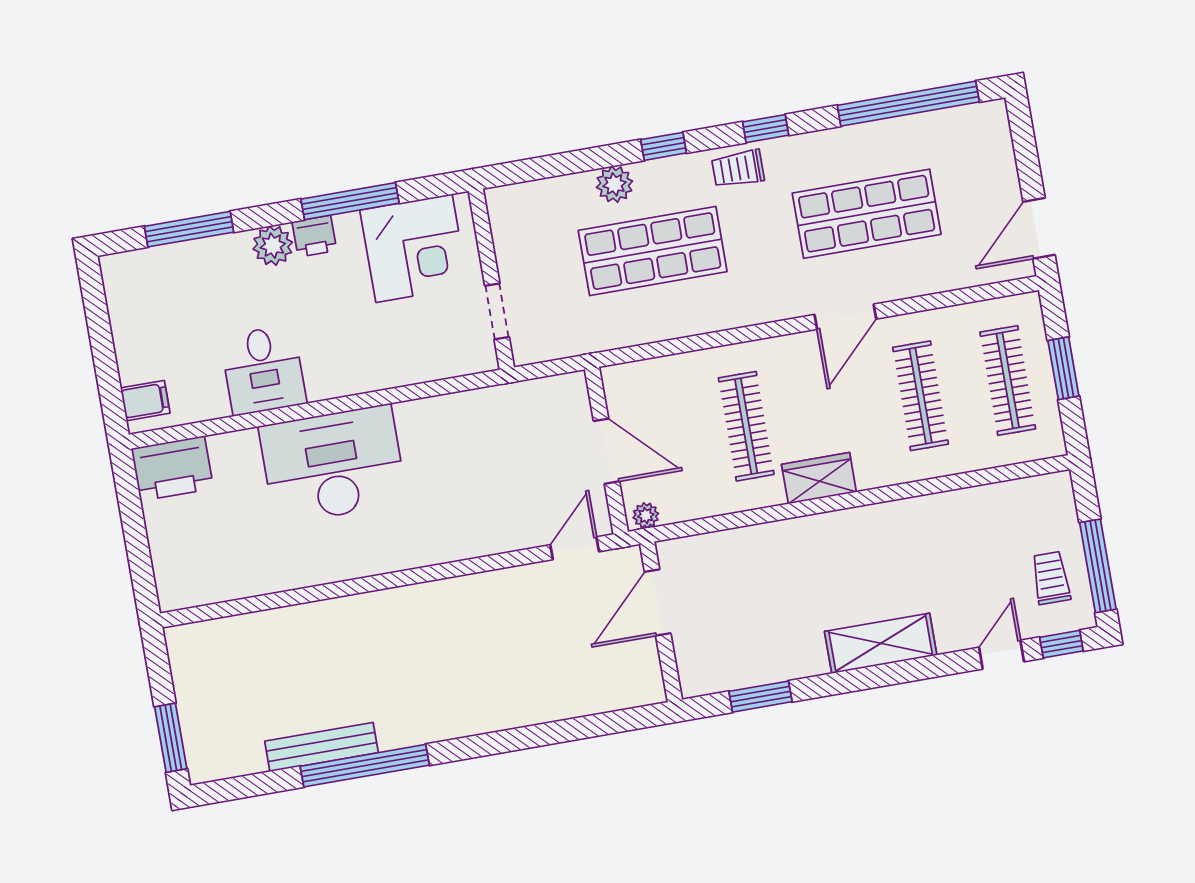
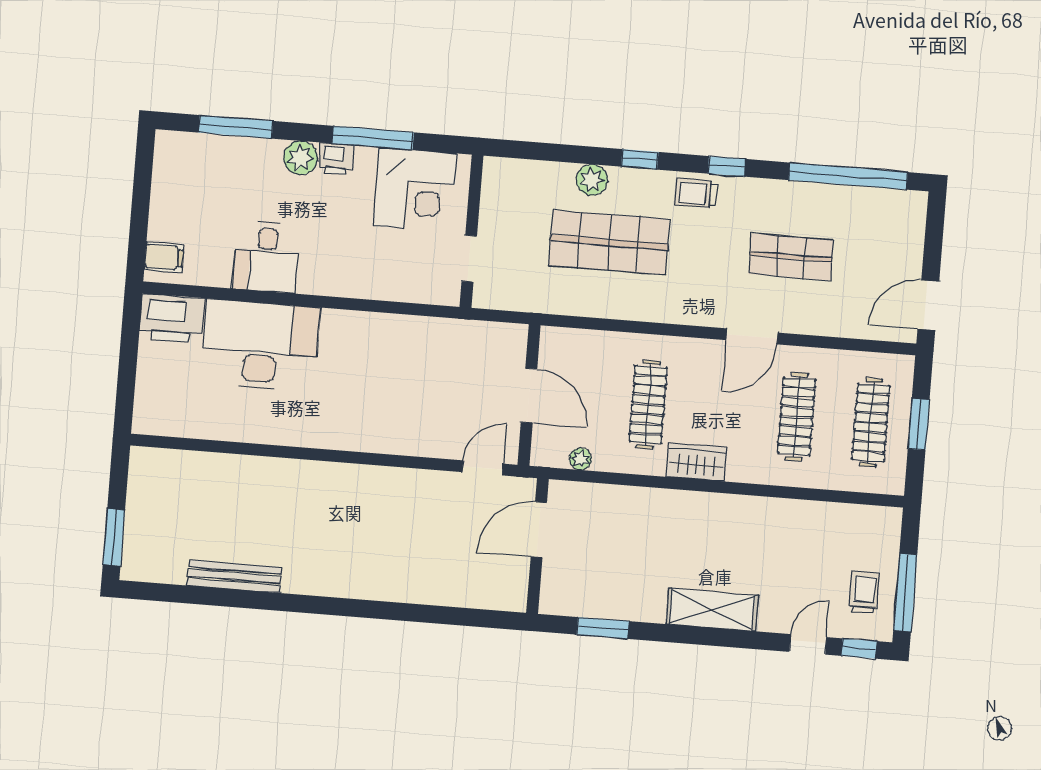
shop shelf: (867, 214) -> (791, 257), width x0.70, depth x0.74
desk: (333, 465) -> (260, 345), moved
plant: (646, 516) -> (580, 459), moved
window: (365, 766) -> (266, 601), removed

